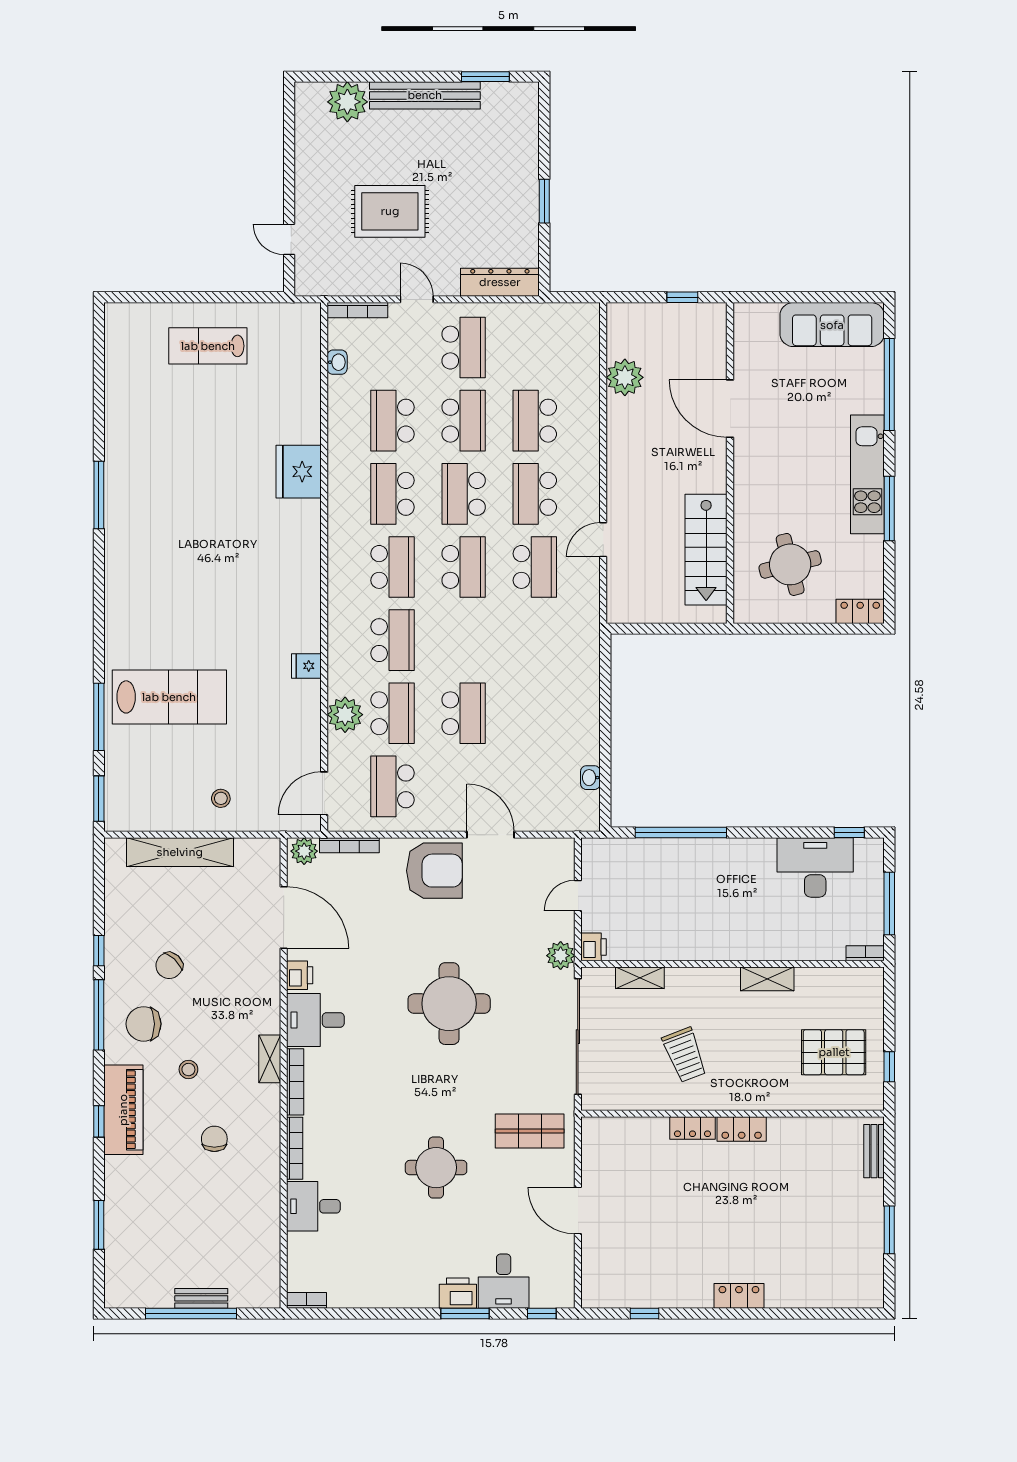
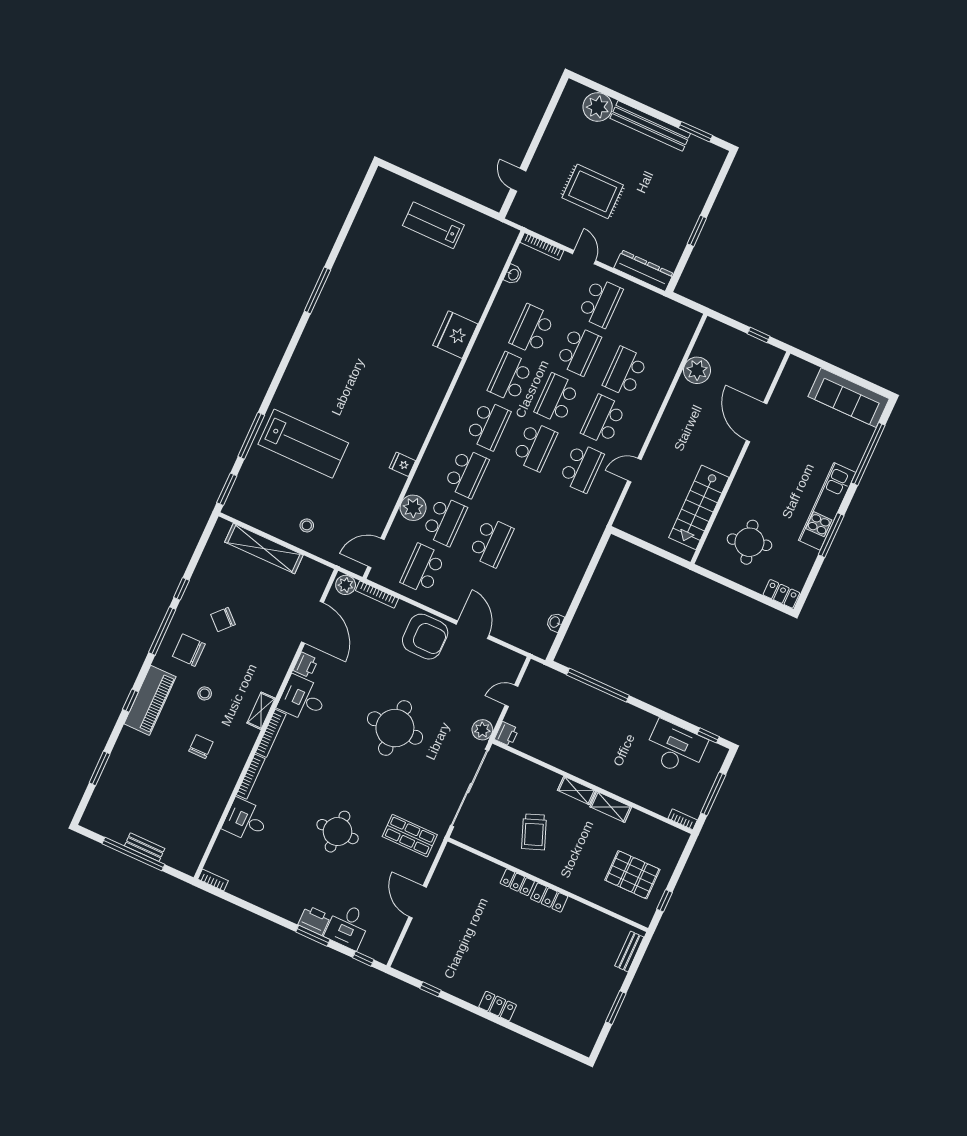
shelving: (640, 978) -> (577, 790), moved

